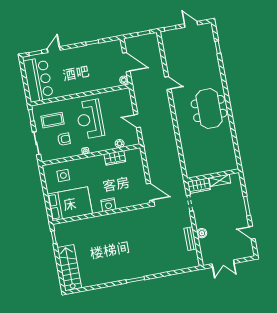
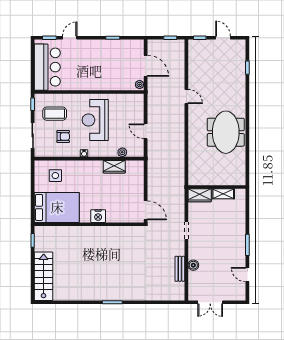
wall: (213, 175) -> (217, 187), moved
shelving: (220, 180) -> (223, 194), moved
wardrobe: (199, 186) -> (200, 195), moved

